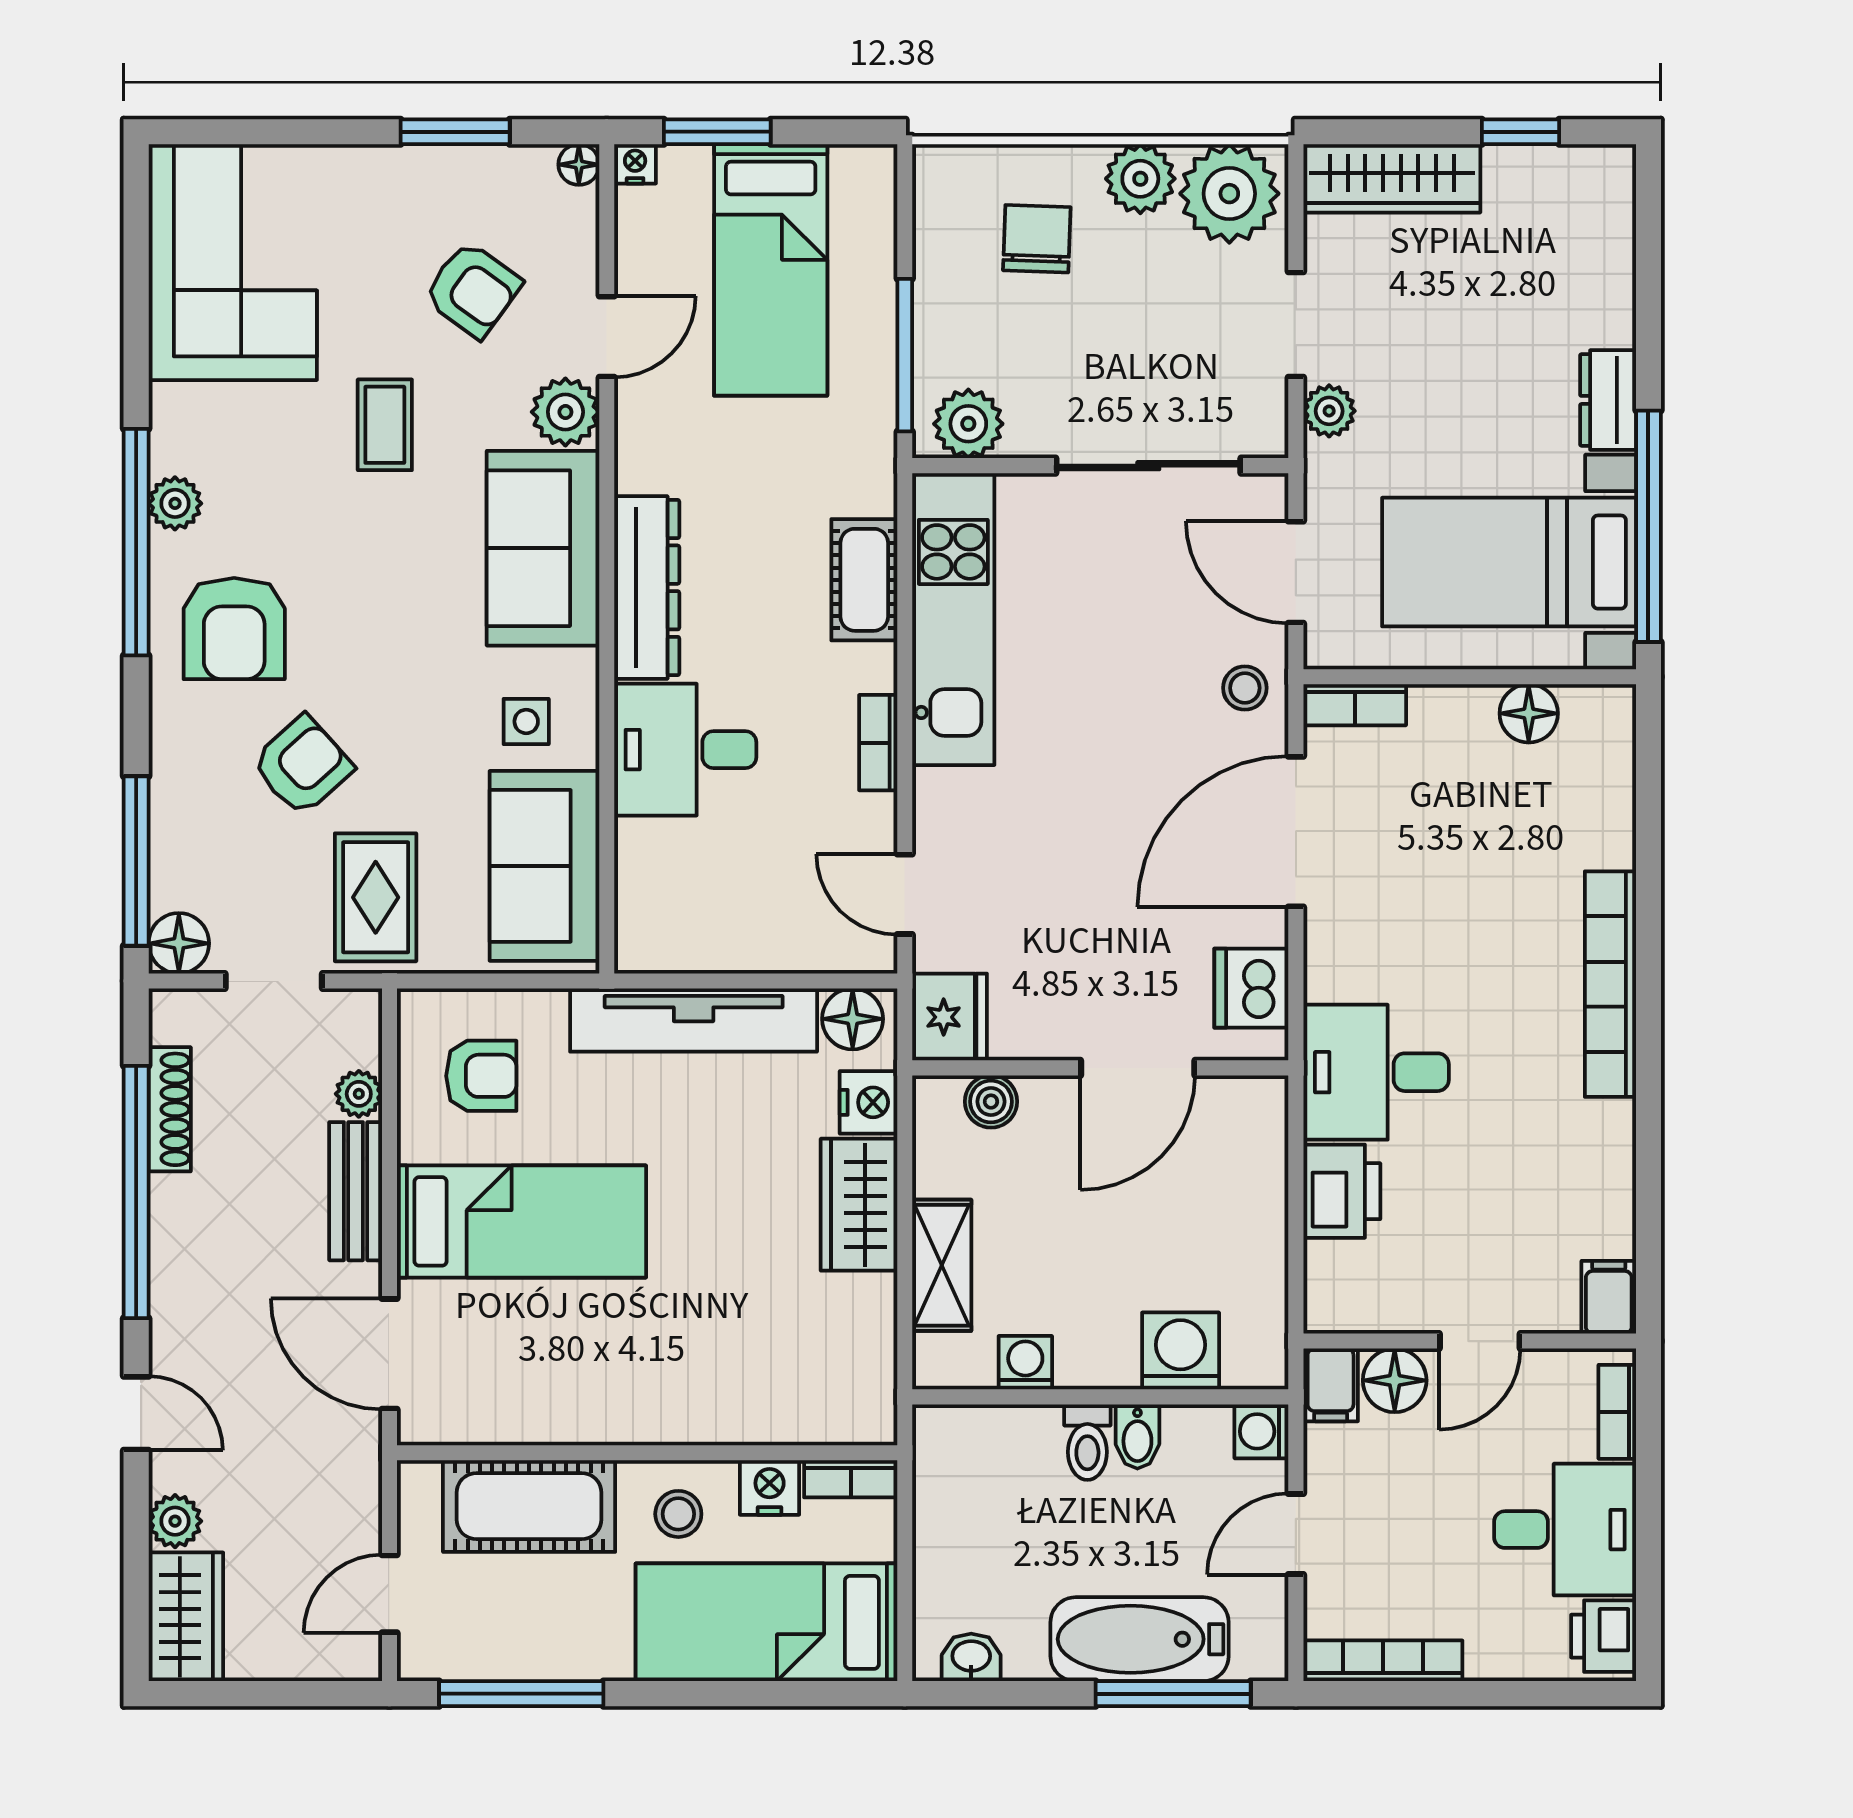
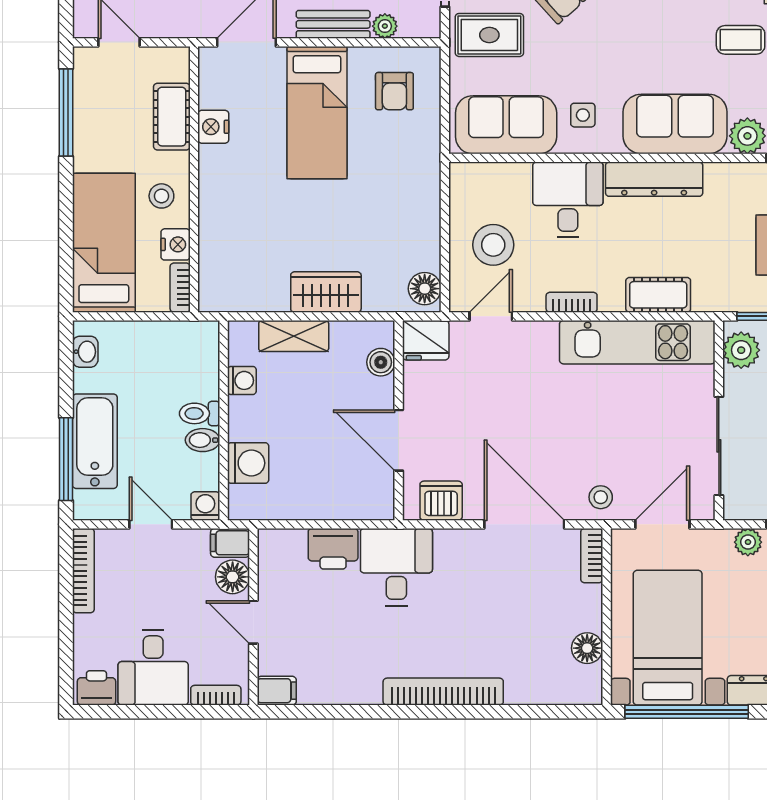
stool: (770, 890) -> (493, 245), added
tv unit: (694, 1020) -> (424, 204), removed
nightstand: (868, 1102) -> (213, 127), moved, turned 90
cot: (529, 1506) -> (172, 117), width x0.73, depth x0.75

